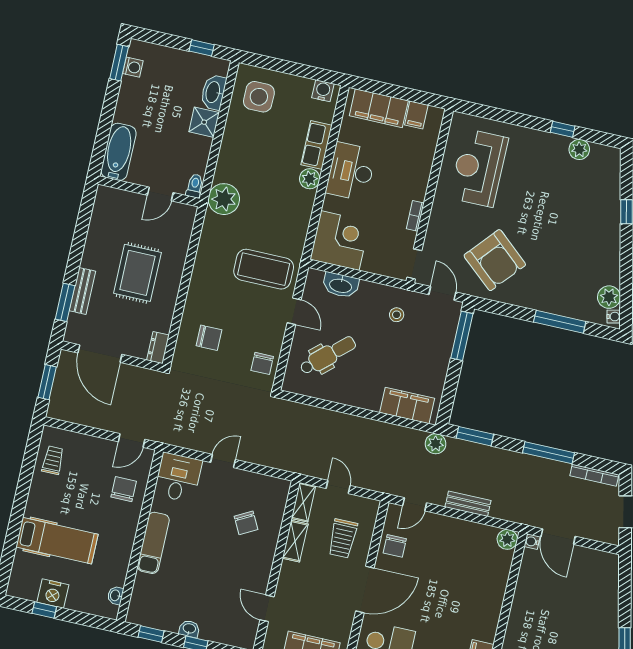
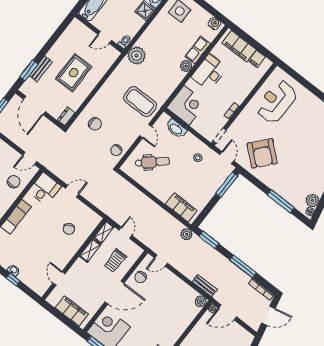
bench: (468, 504) -> (205, 286), moved
door: (558, 537) -> (228, 312), hinge flipped

